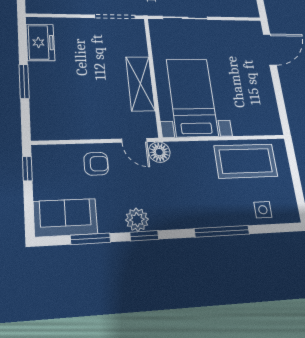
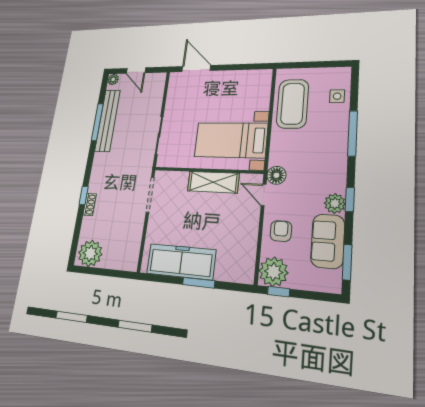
freezer: (40, 42) -> (181, 262), width x1.91, depth x1.26
door: (134, 140) -> (264, 195), swing flipped
plant: (49, 161) -> (273, 272), added
sofa: (65, 218) -> (328, 241), moved
window: (90, 239) -> (347, 262), moved

